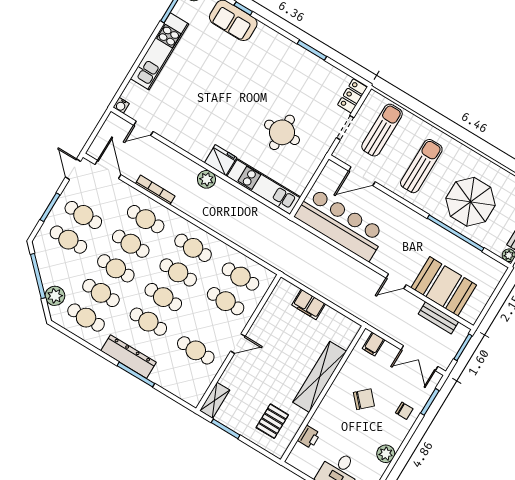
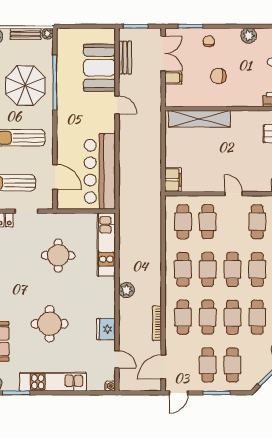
round table: (219, 83) -> (50, 324), added
fridge: (221, 160) -> (106, 329), moved
filing cabinet: (309, 304) -> (173, 180), moved
filing cabinet: (374, 344) -> (173, 78), moved
shelving: (320, 377) -> (199, 119), moved
chair: (364, 399) -> (218, 76), turned -47

